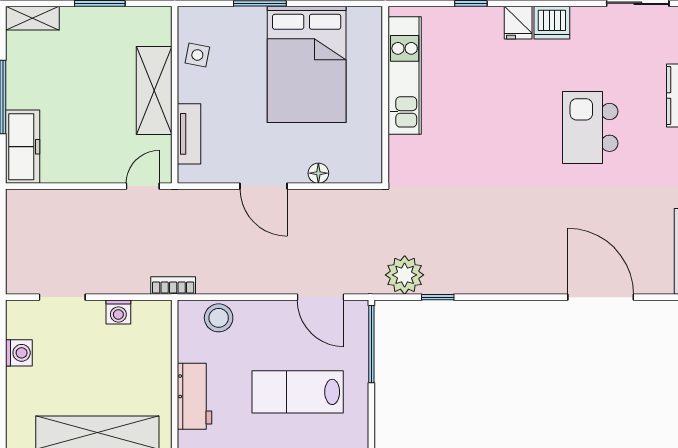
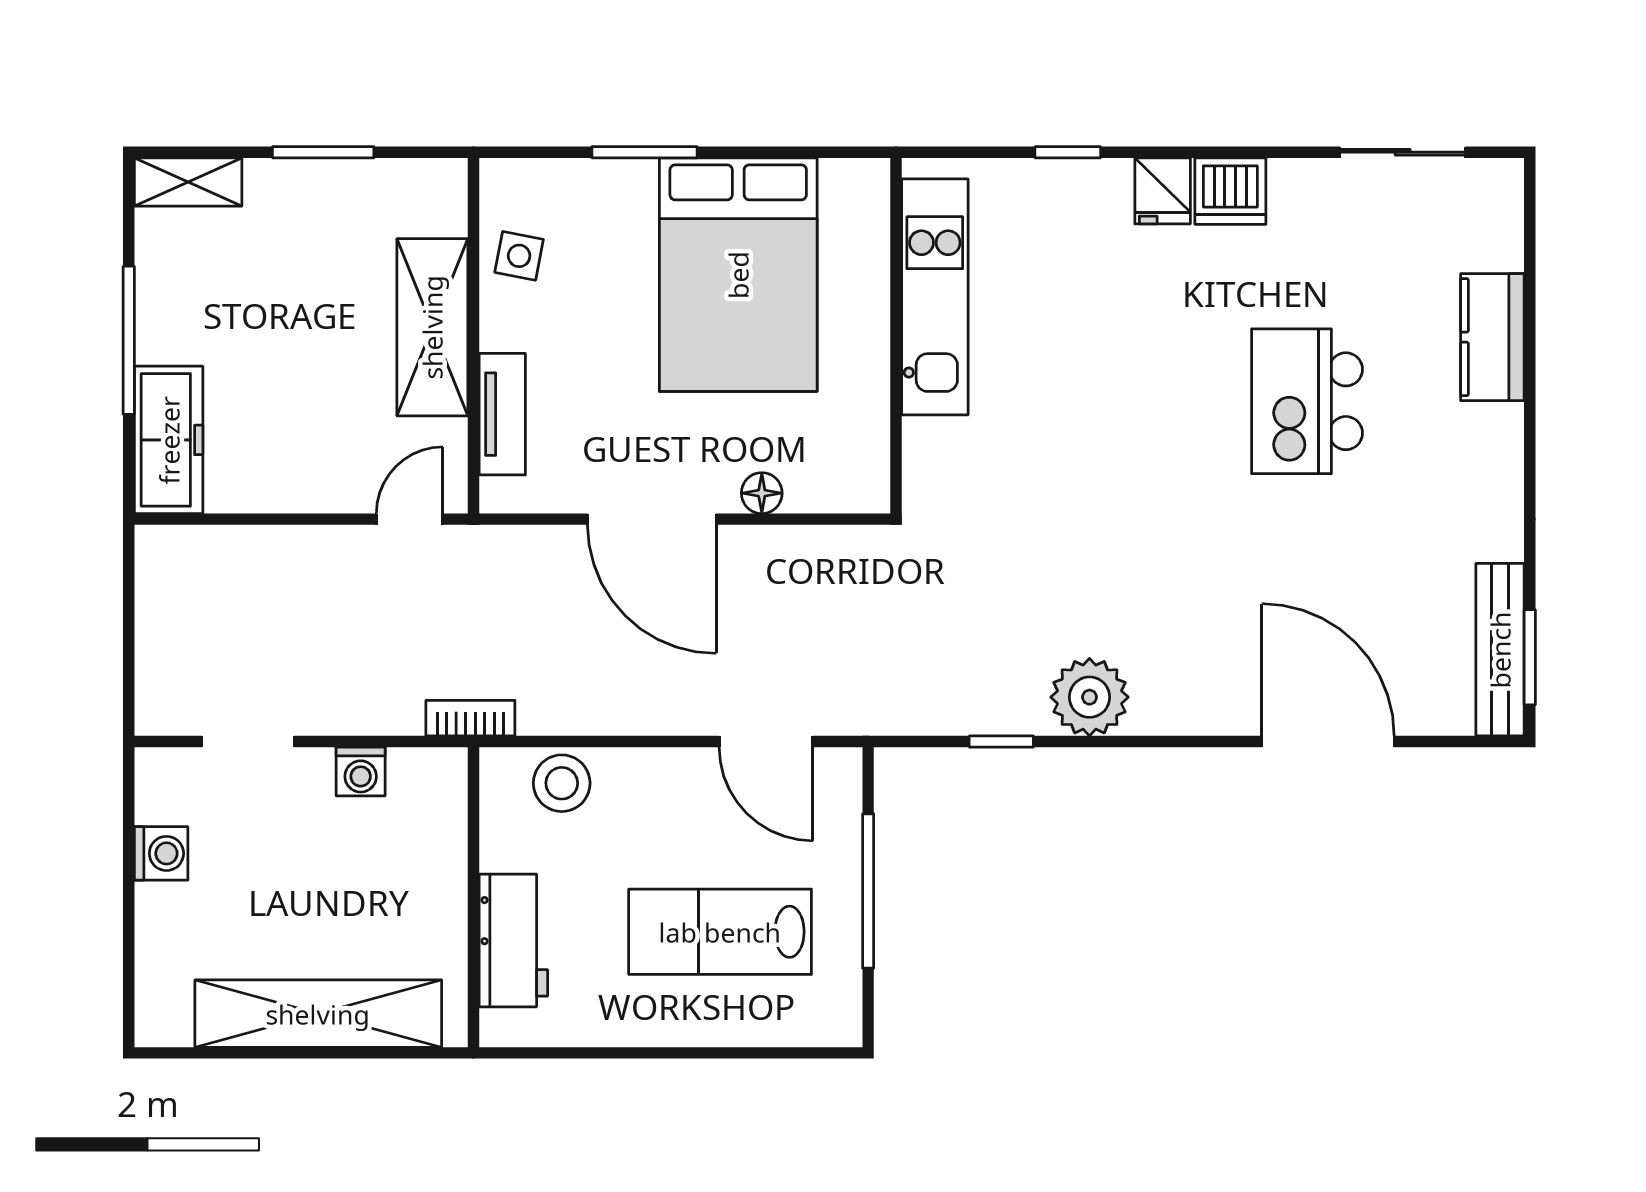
door: (264, 186) -> (652, 519), width x1.36
plant: (405, 275) -> (1089, 697), moved
window: (371, 344) -> (868, 891), moved

